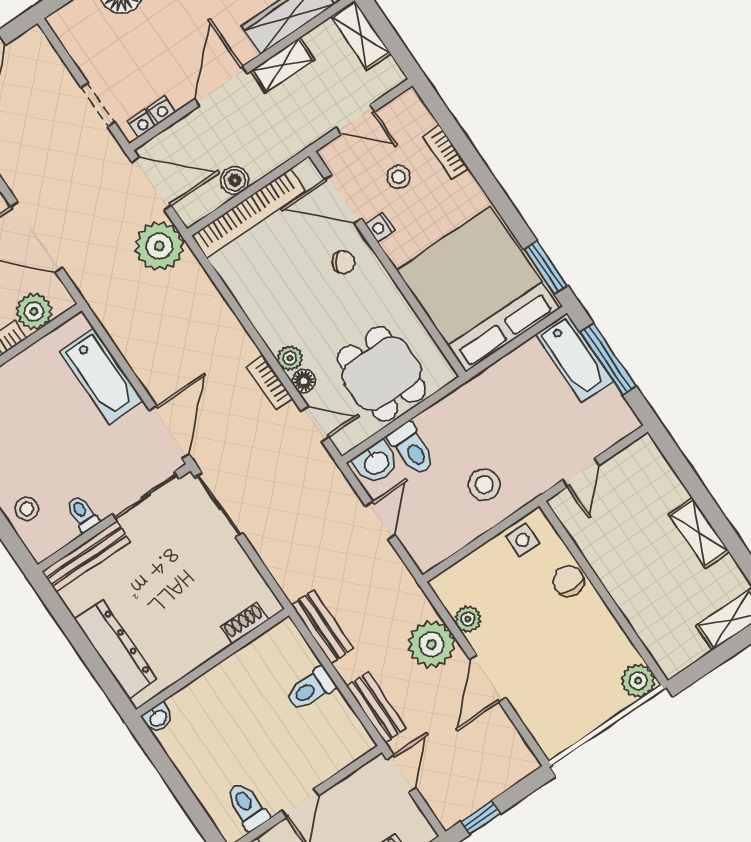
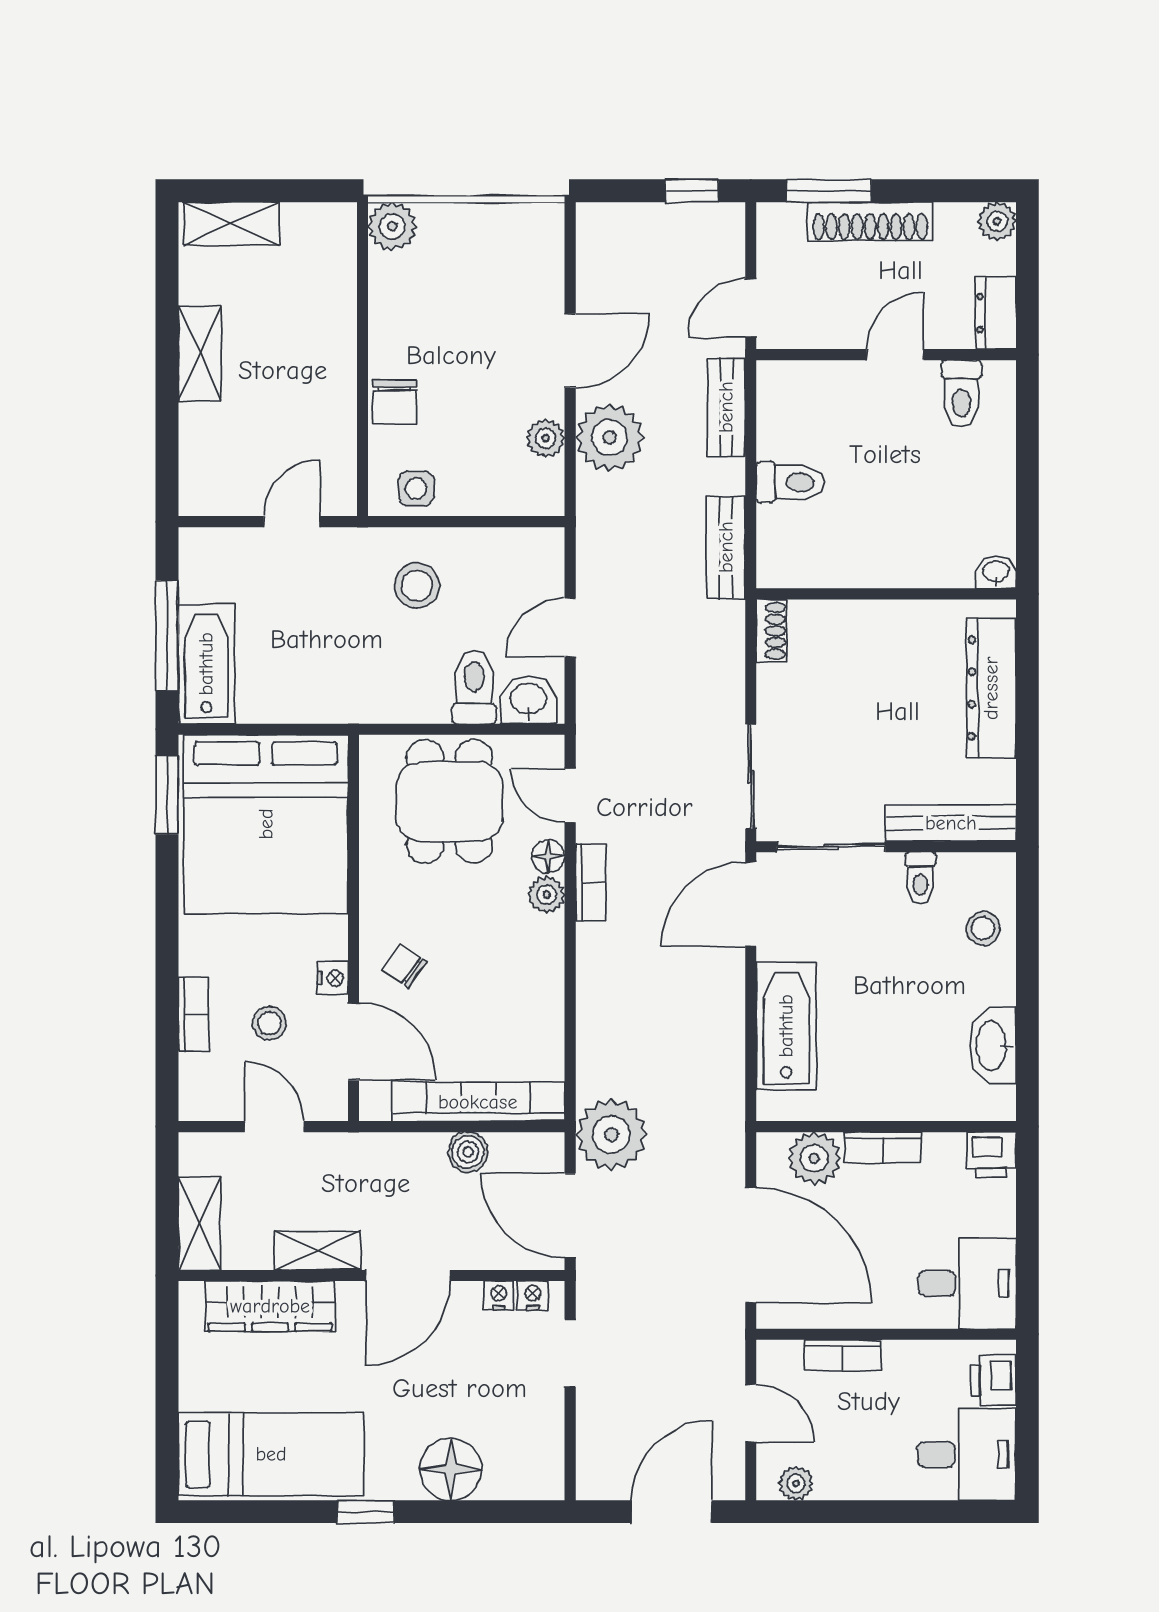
shoe rack: (245, 623) -> (771, 631), moved, turned -90

